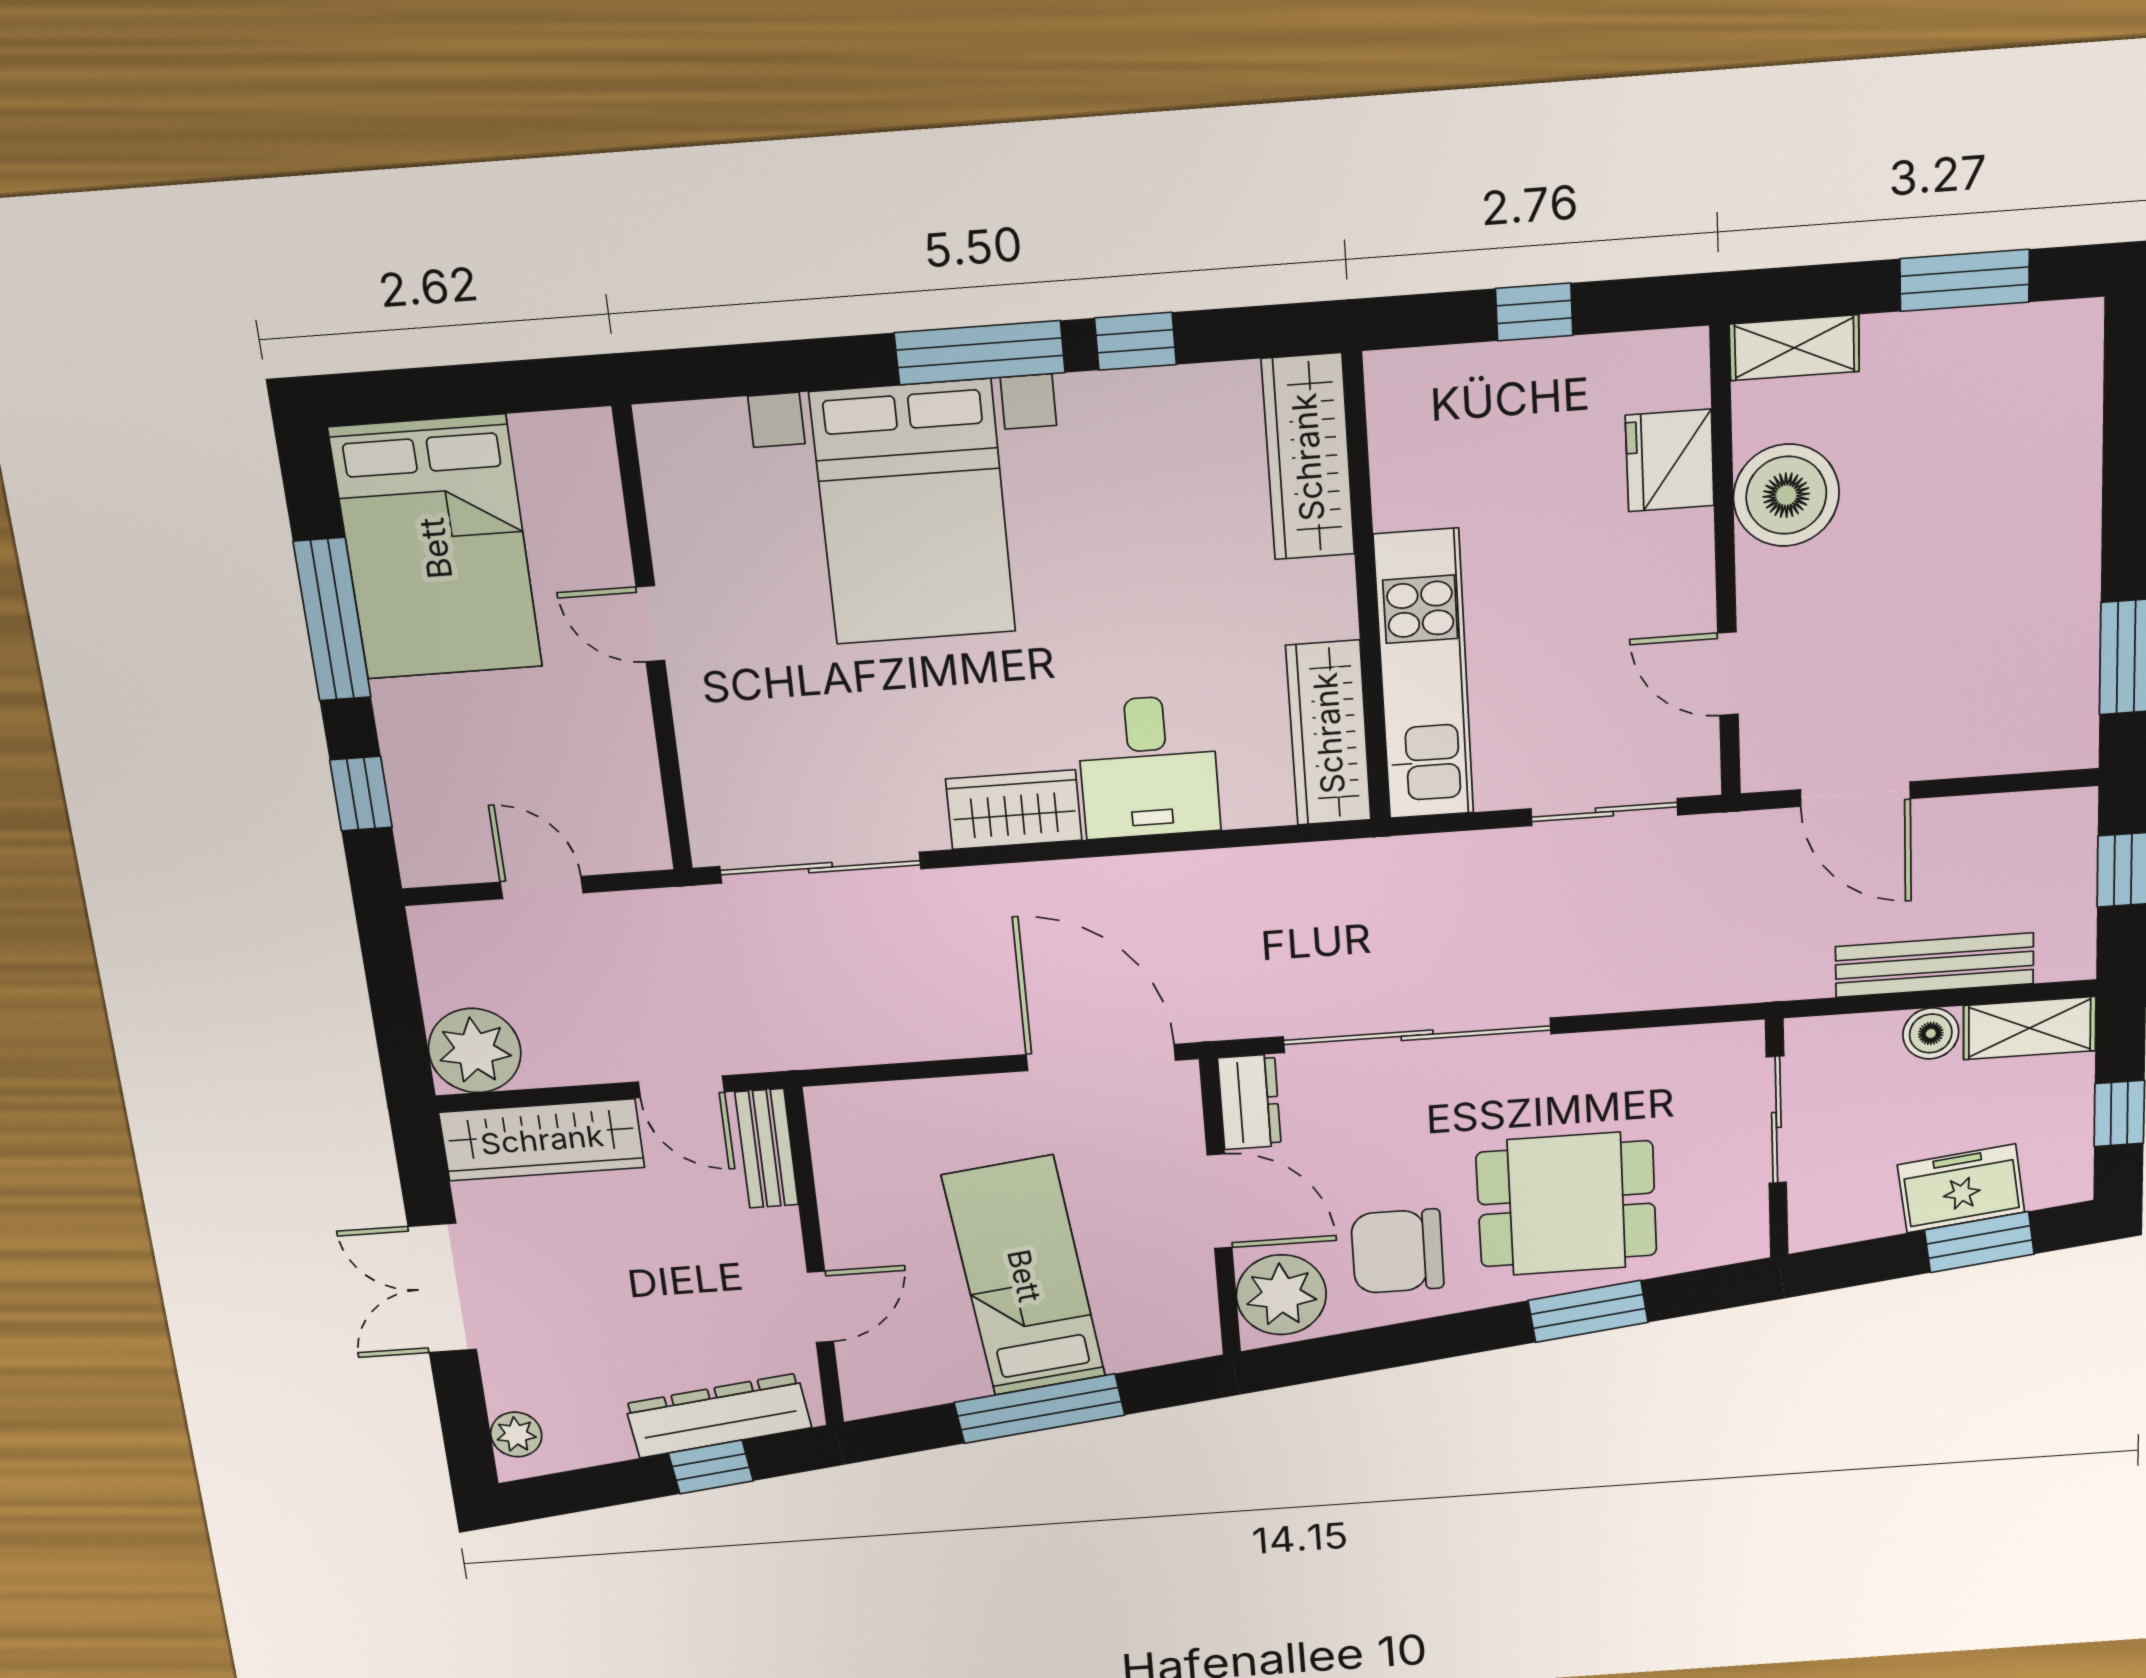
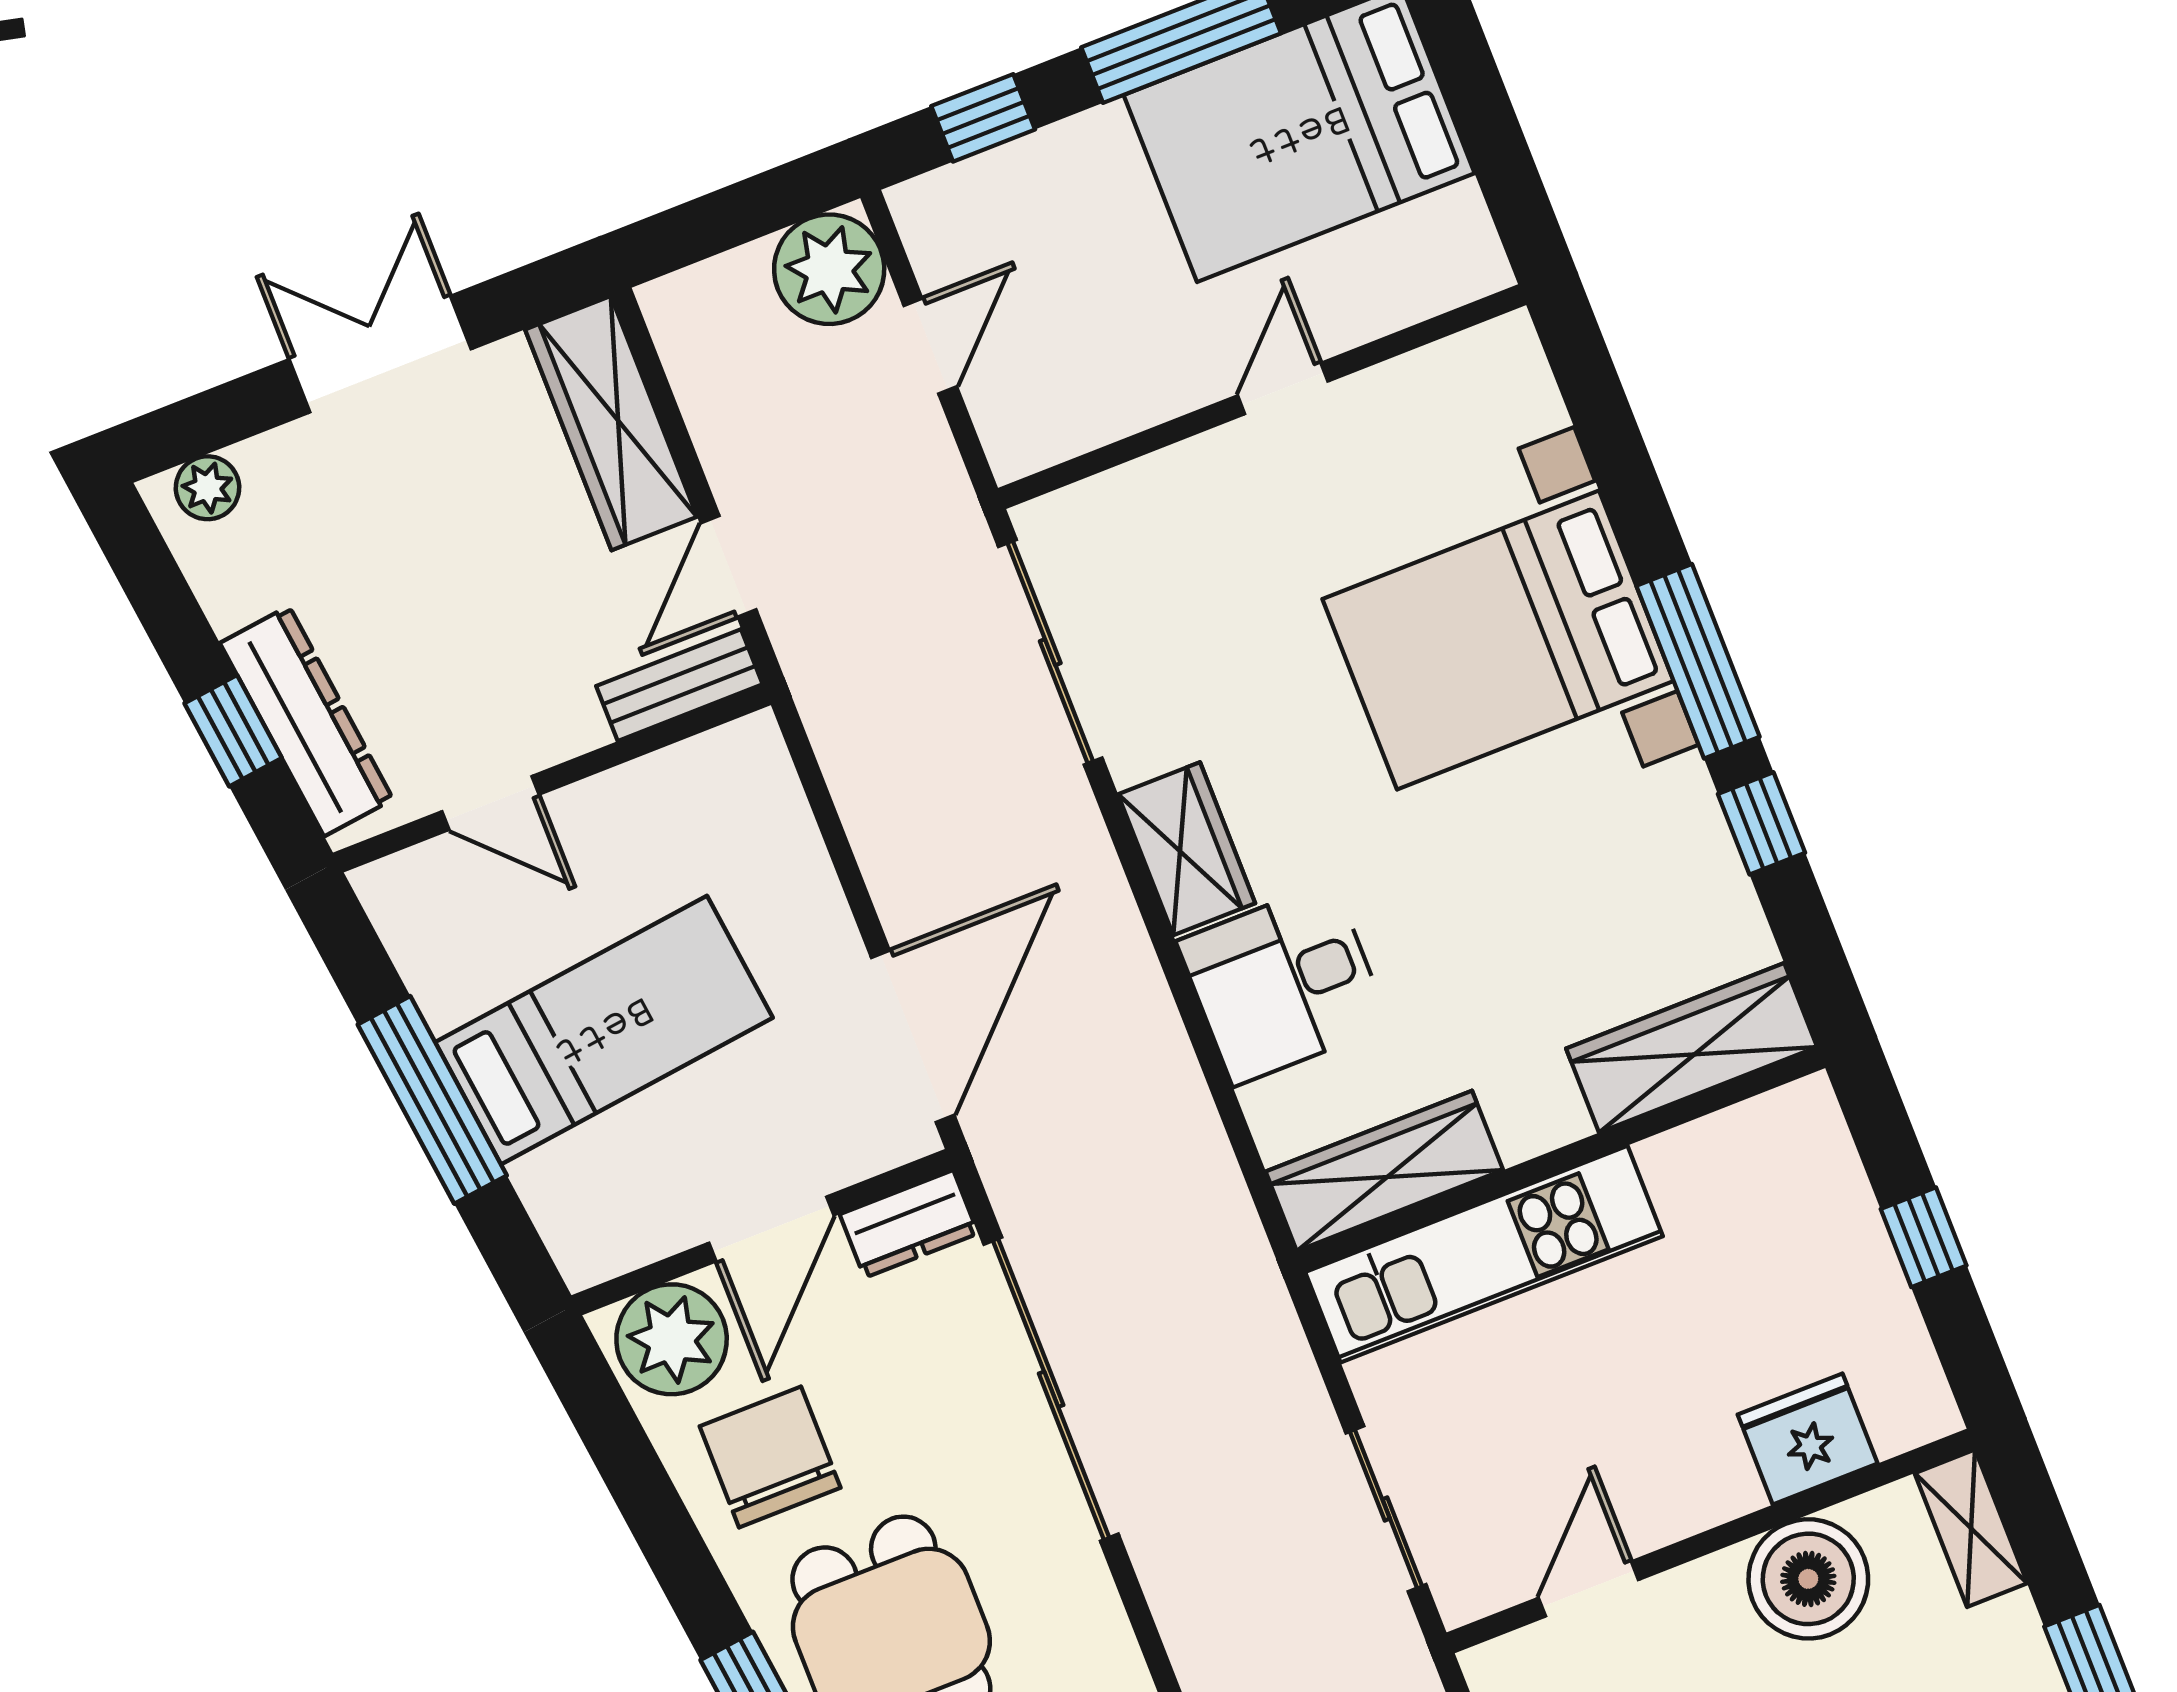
plant: (475, 1051) -> (829, 269), moved

